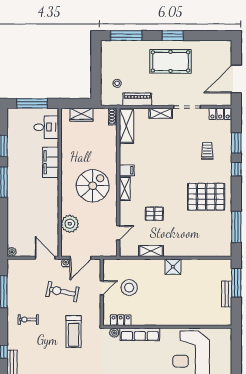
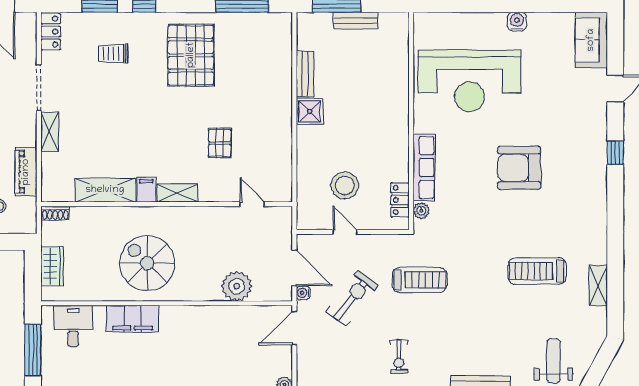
shelving: (126, 126) -> (105, 190), moved
spiral stairs: (93, 186) -> (147, 263), moved
shelving: (151, 251) -> (283, 149), removed
bench: (195, 264) -> (305, 74), added
exercise bike: (62, 292) -> (352, 299), turned -153

